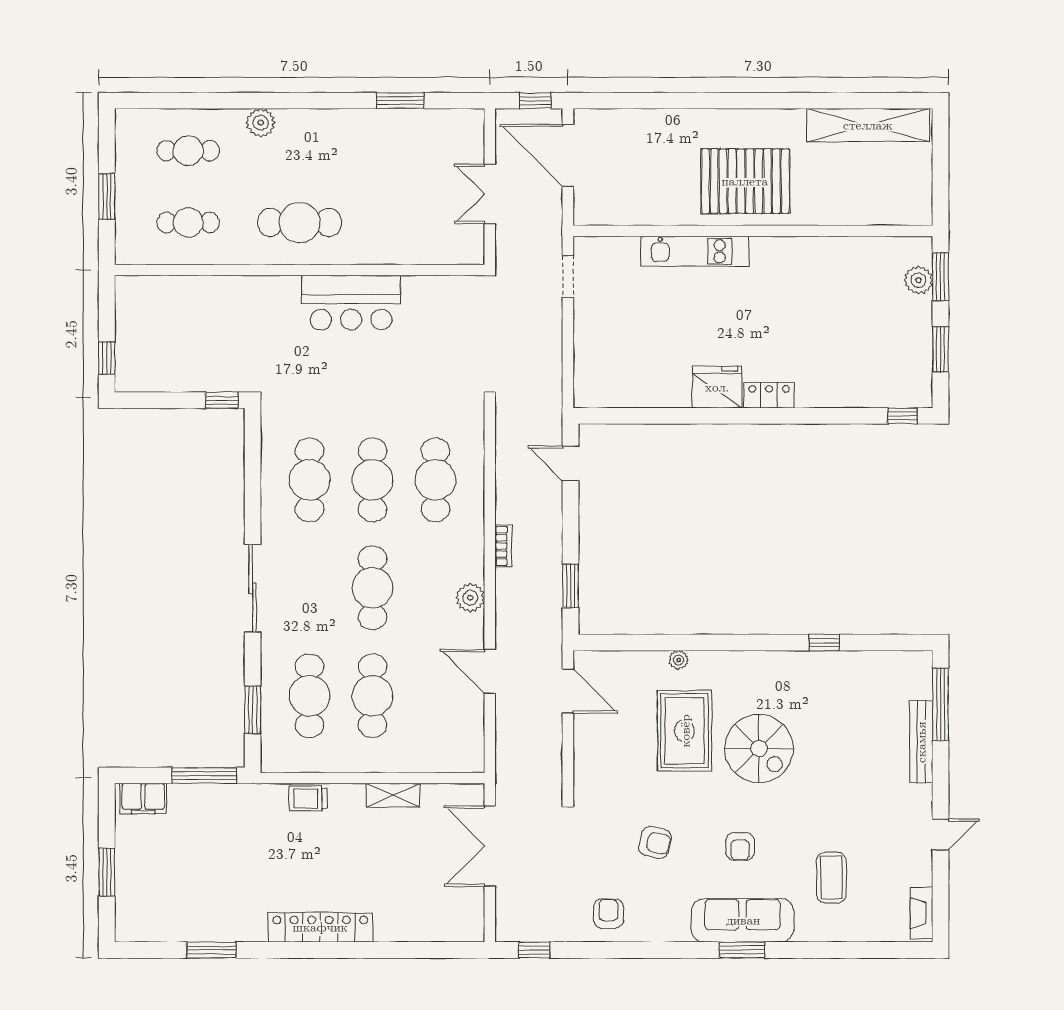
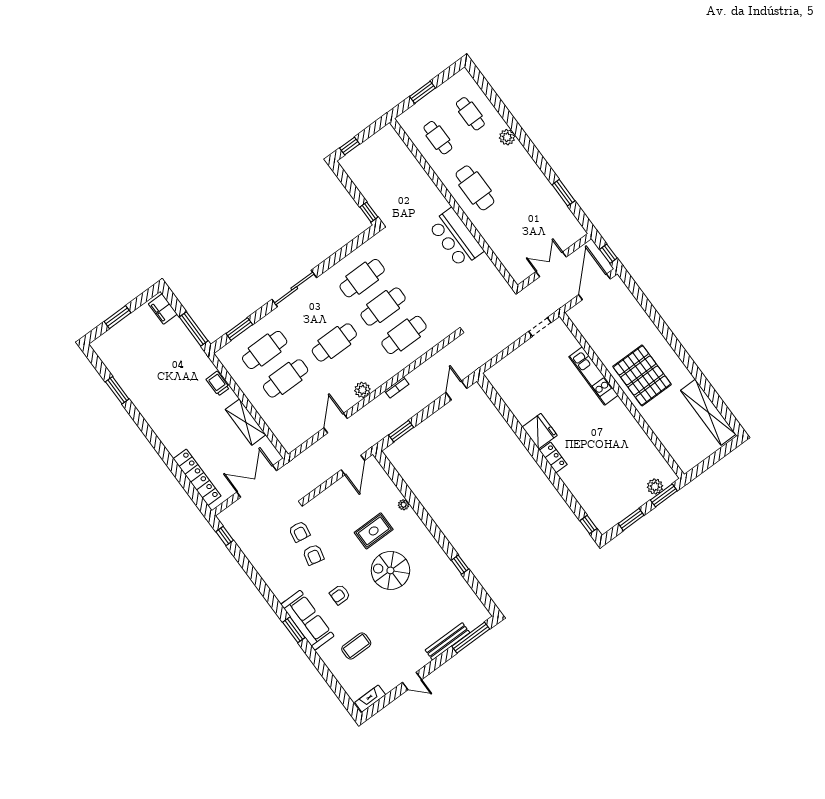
rug: (685, 731) -> (374, 531), width x0.73, depth x0.70
spiral stairs: (759, 748) -> (390, 570), turned 90
shelving: (393, 795) -> (246, 422), width x1.50, depth x1.33
armchair: (608, 914) -> (299, 532), moved, turned 99
locker: (320, 927) -> (197, 477), moved

